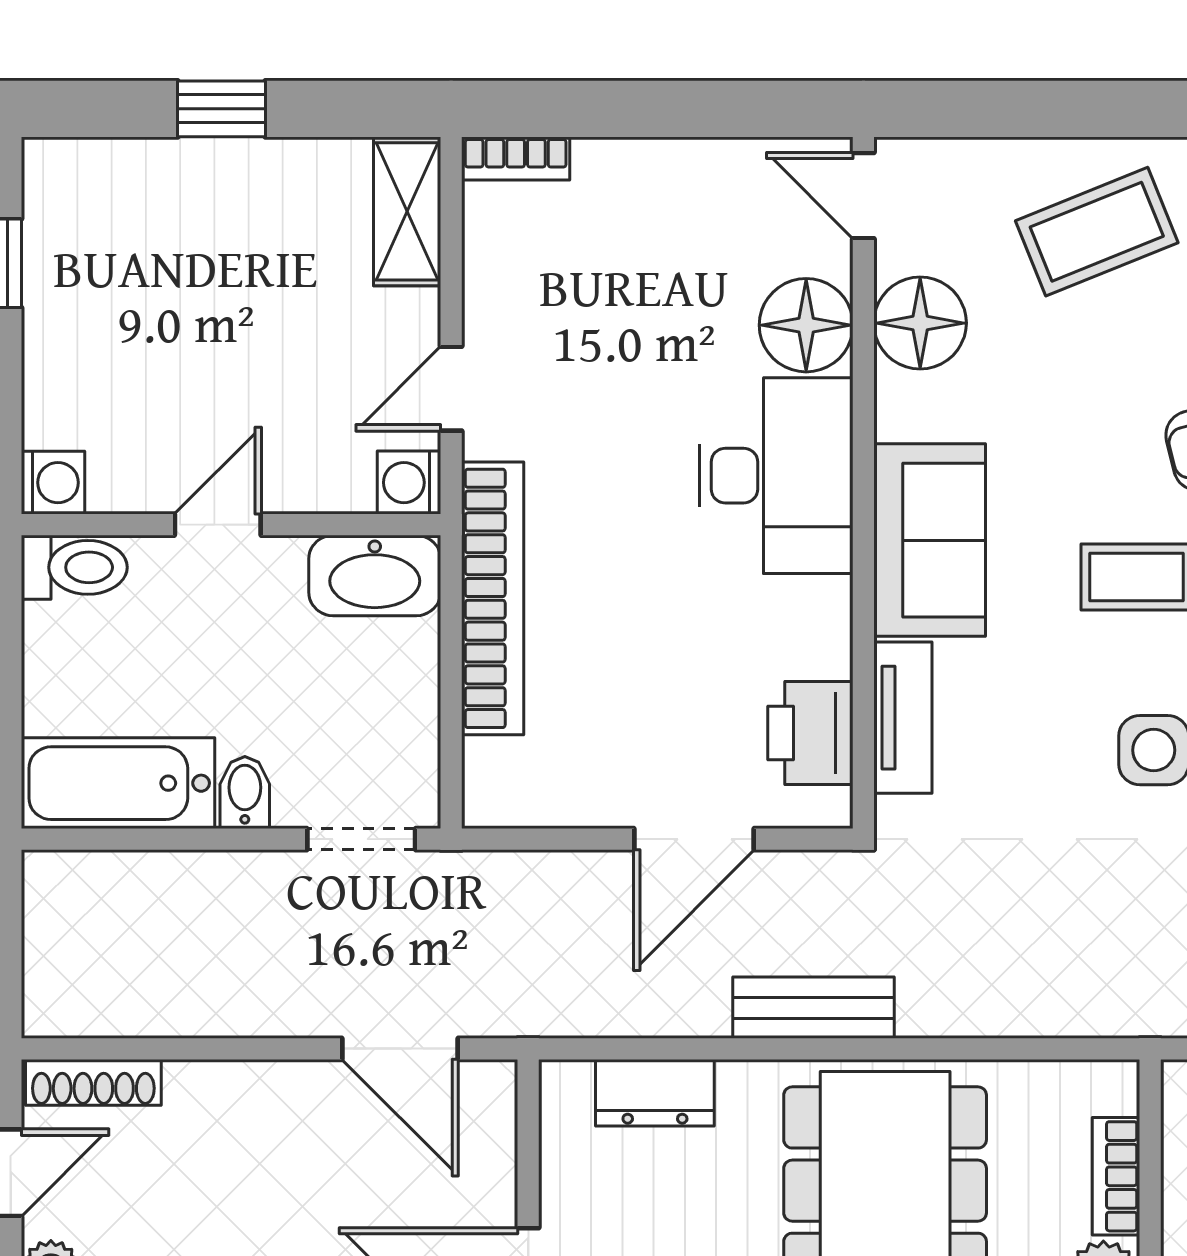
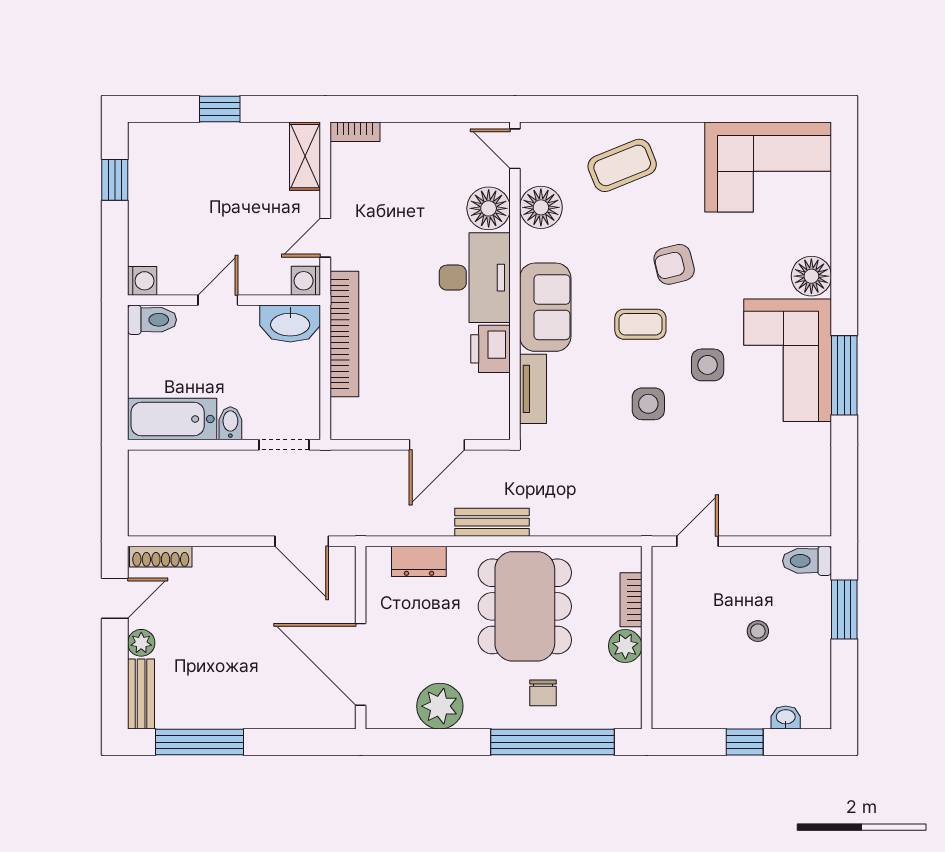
printer: (810, 733) -> (490, 349), moved

